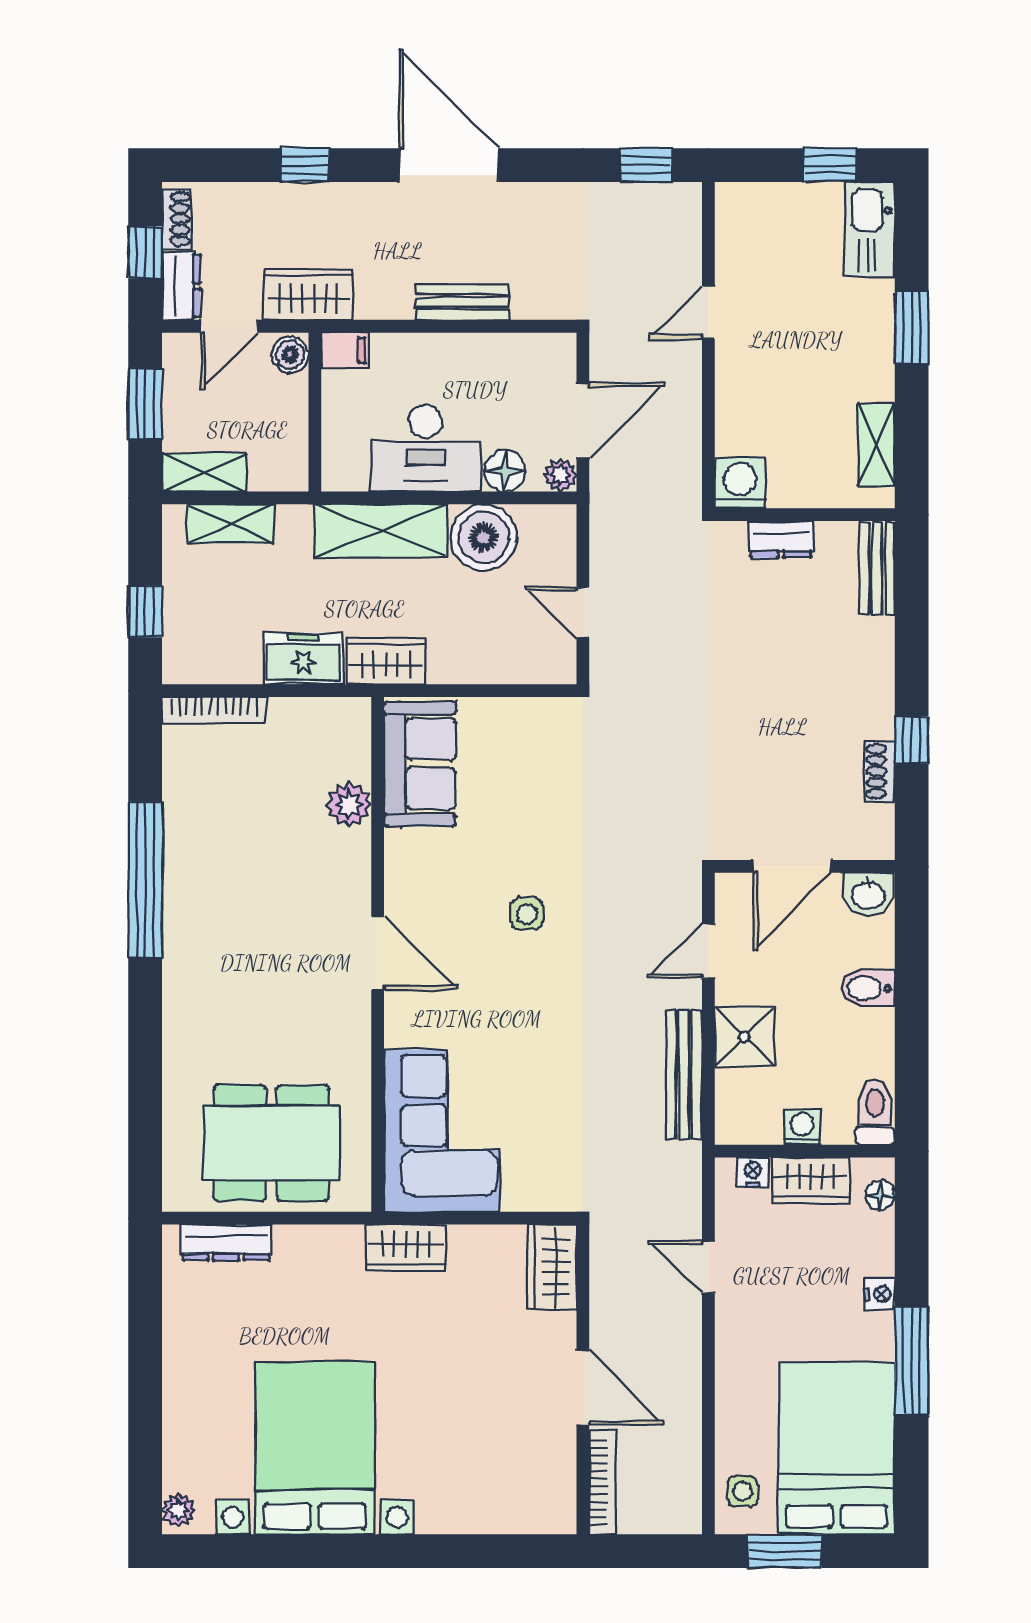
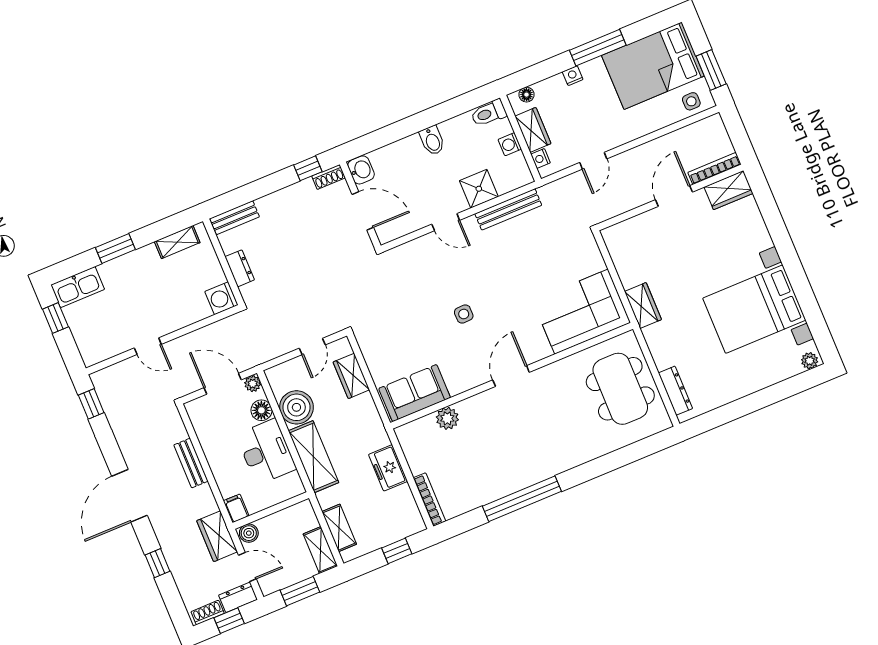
wardrobe: (386, 661) -> (351, 376), moved
door: (792, 866) -> (363, 211), moved
wall: (805, 866) -> (360, 205), moved
washbasin: (868, 894) -> (361, 170), moved
wardrobe: (552, 1267) -> (729, 190), moved

